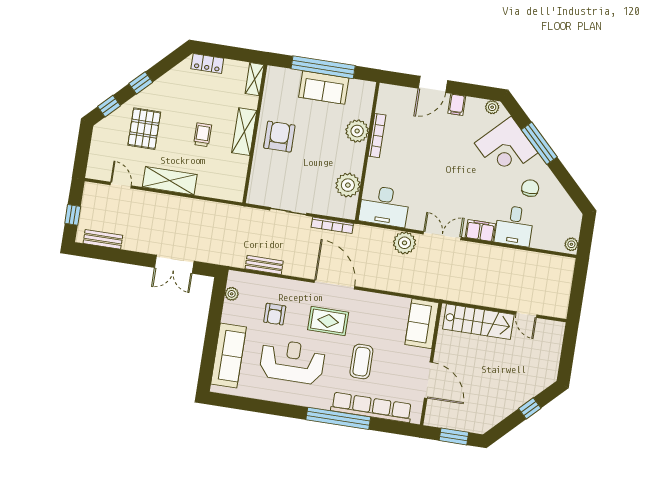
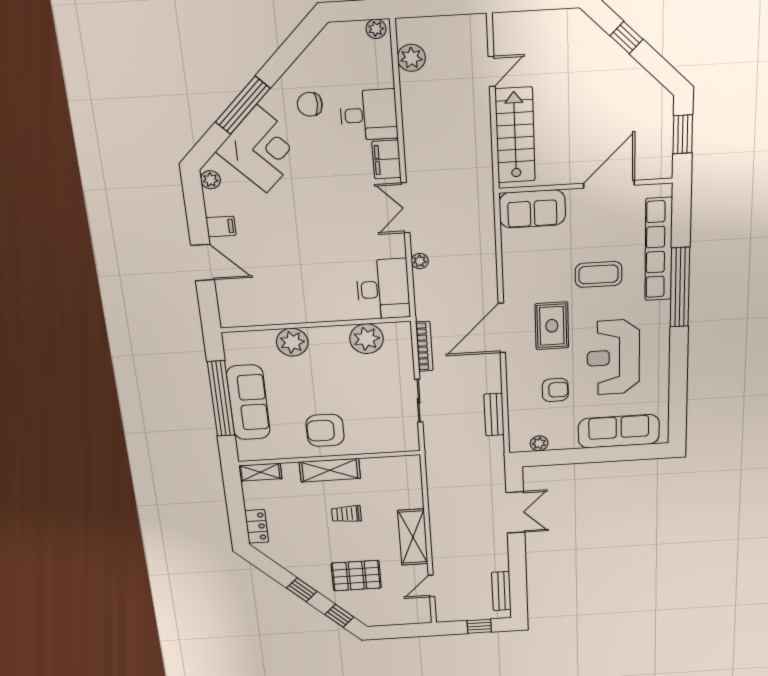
sofa: (324, 88) -> (248, 402), width x1.36
bookcase: (377, 136) -> (291, 317), removed
plant: (405, 243) -> (420, 261), width x0.53, depth x0.53
plant: (547, 263) -> (411, 58), added

